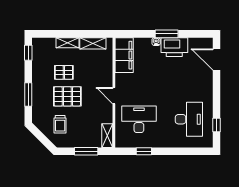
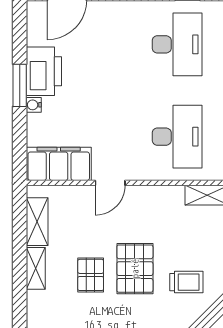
door: (114, 96) -> (110, 183), moved
desk: (139, 119) -> (177, 137), turned 180
desk: (189, 119) -> (177, 44), turned 90

